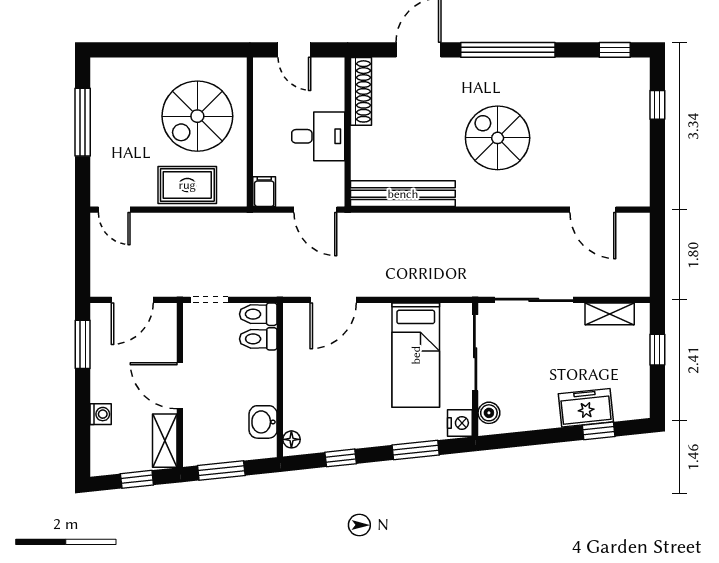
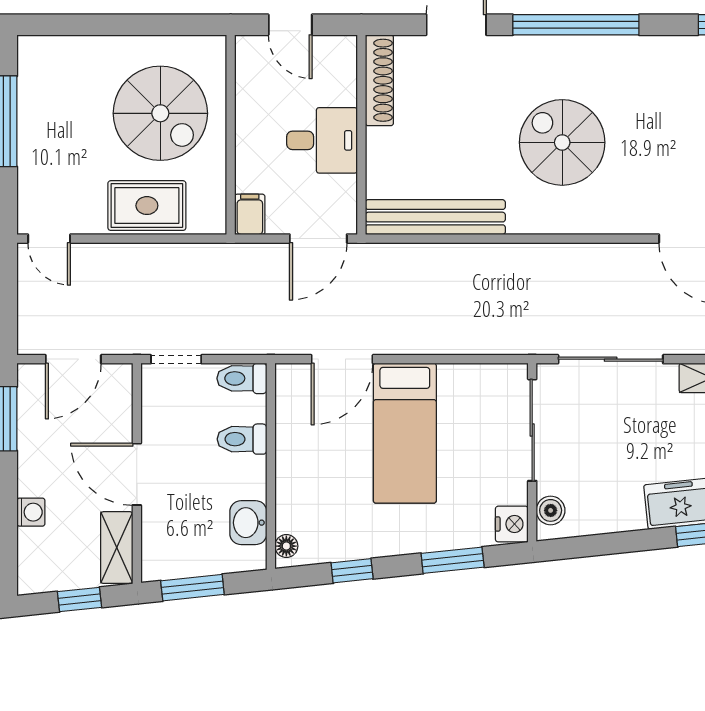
spiral stairs: (197, 116) -> (160, 113), turned -90
door: (315, 210) -> (318, 239), hinge flipped
toilet: (258, 339) -> (242, 439), moved
bed: (416, 355) -> (405, 433), moved

